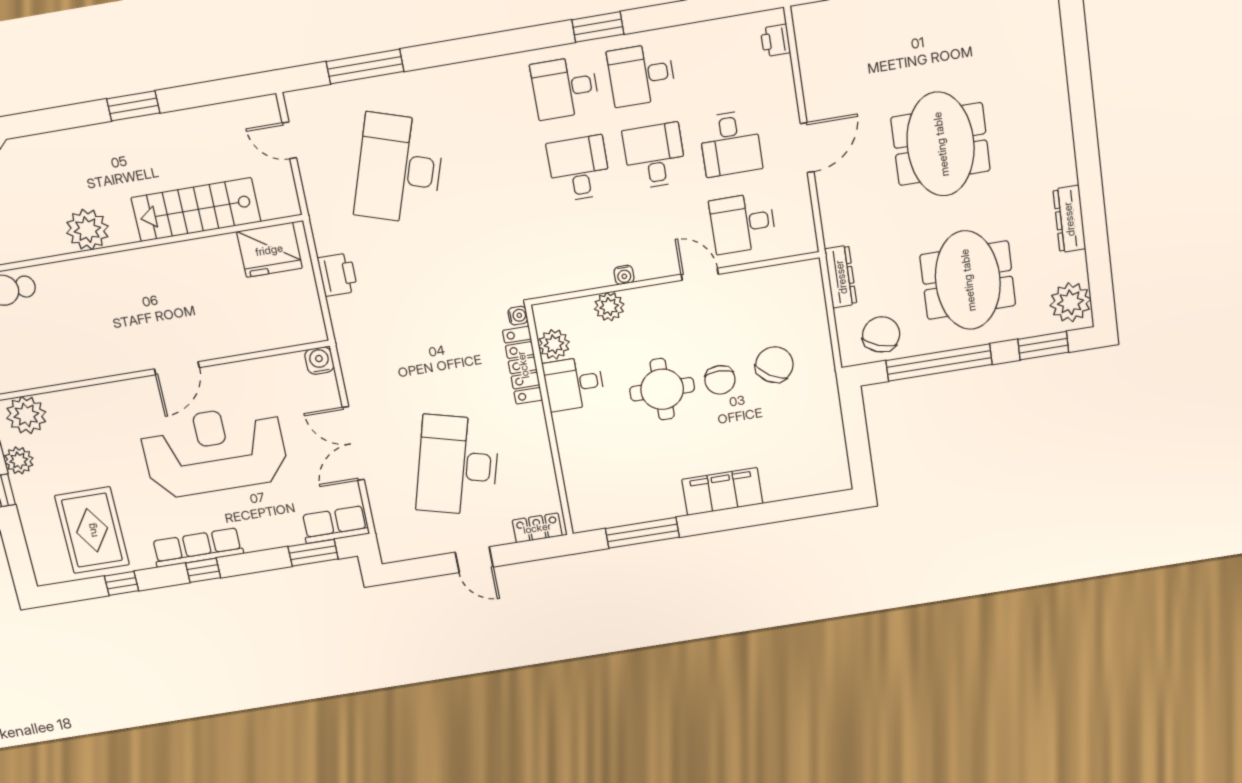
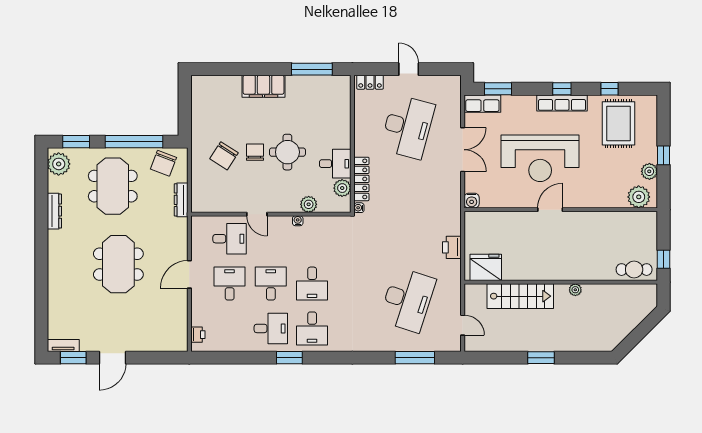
desk: (565, 88) -> (312, 328), turned 90
desk: (655, 156) -> (271, 284), turned 180
plant: (87, 230) -> (575, 290), width x0.53, depth x0.53

